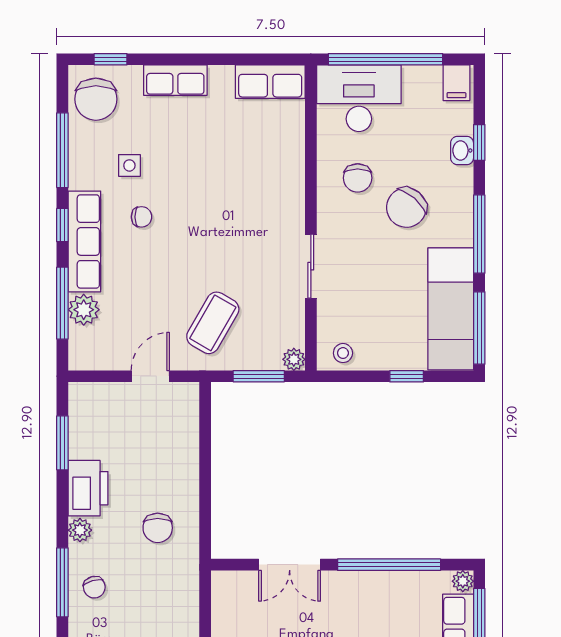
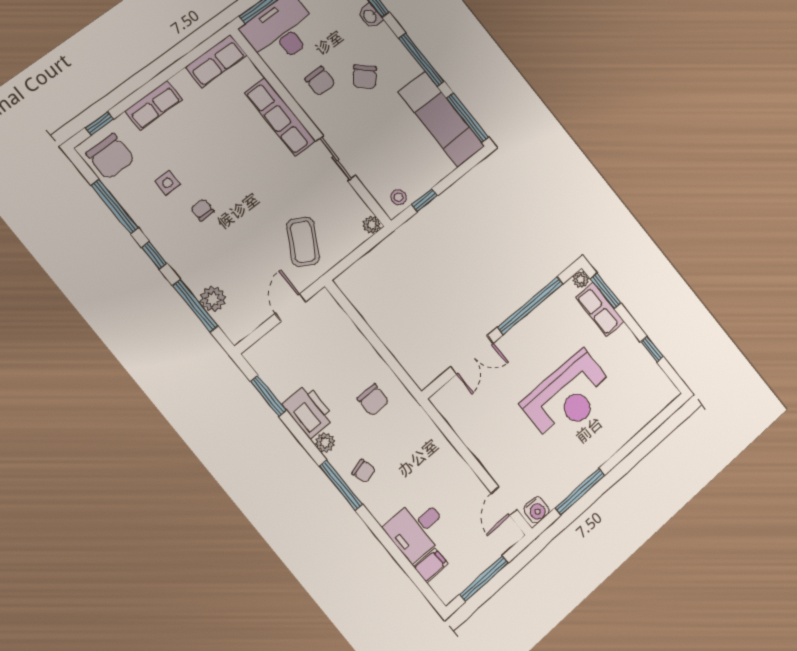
chair: (406, 208) -> (365, 77), width x0.73, depth x0.73
chair: (142, 217) -> (202, 210), turned -90
row of seats: (84, 241) -> (280, 117), moved, turned 180
window: (259, 376) -> (359, 253), removed
window: (407, 376) -> (424, 200), moved

